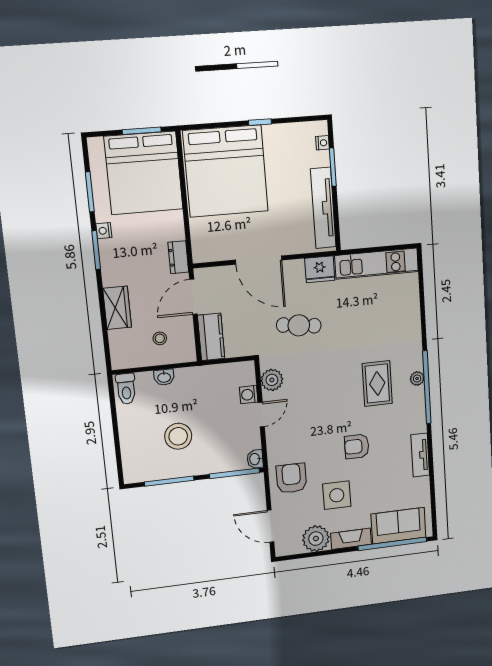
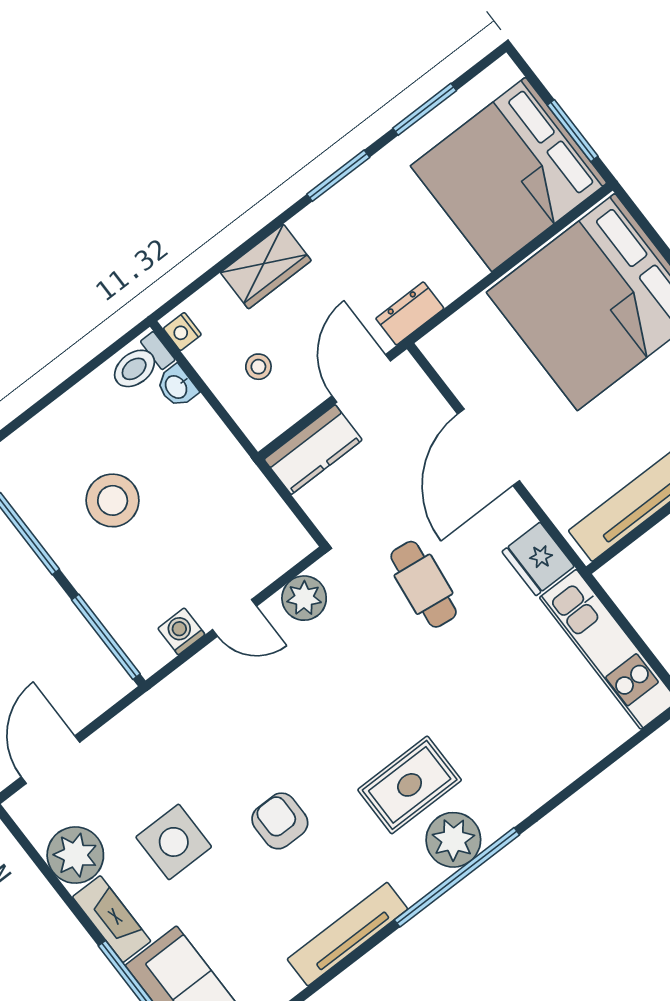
nightstand: (104, 231) -> (182, 332), moved, turned -90
door: (193, 297) -> (361, 378), hinge flipped
washbasin: (164, 377) -> (177, 386), moved
plant: (417, 379) -> (453, 840), width x1.87, depth x1.87
washing machine: (249, 395) -> (181, 631), moved
tv unit: (420, 455) -> (347, 934), width x1.41
washbasin: (255, 459) -> (152, 657), removed
armchair: (291, 478) -> (156, 742), removed

